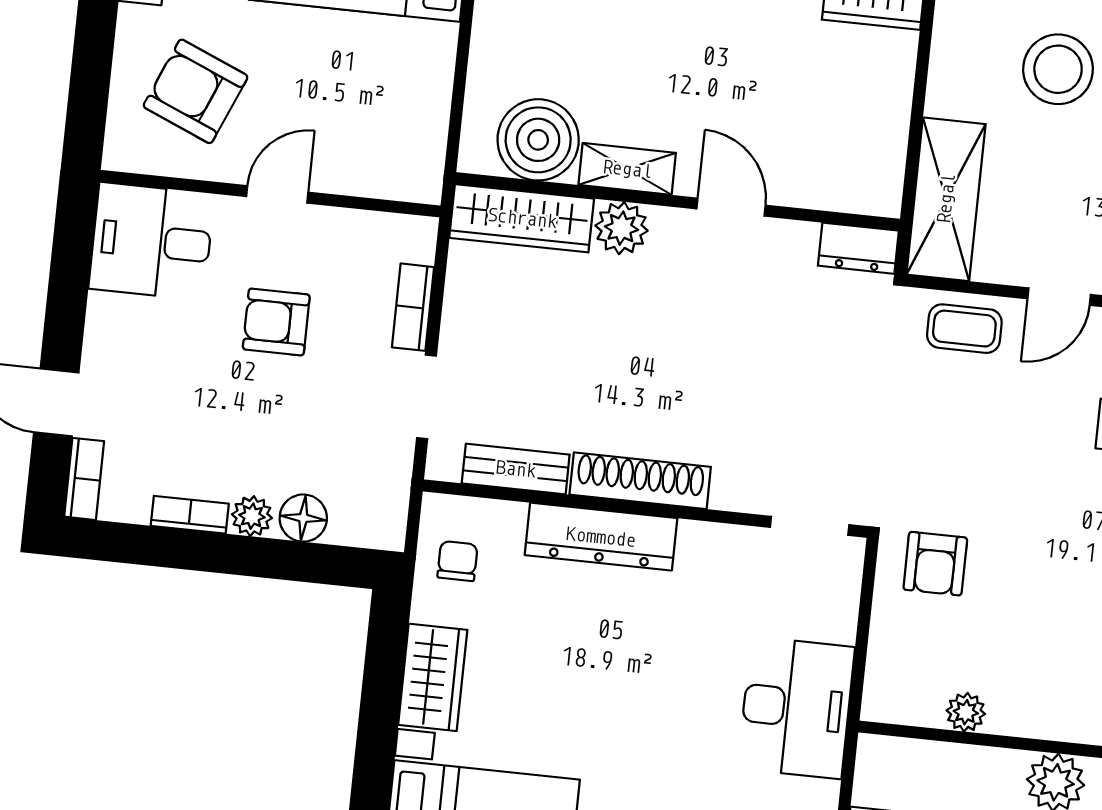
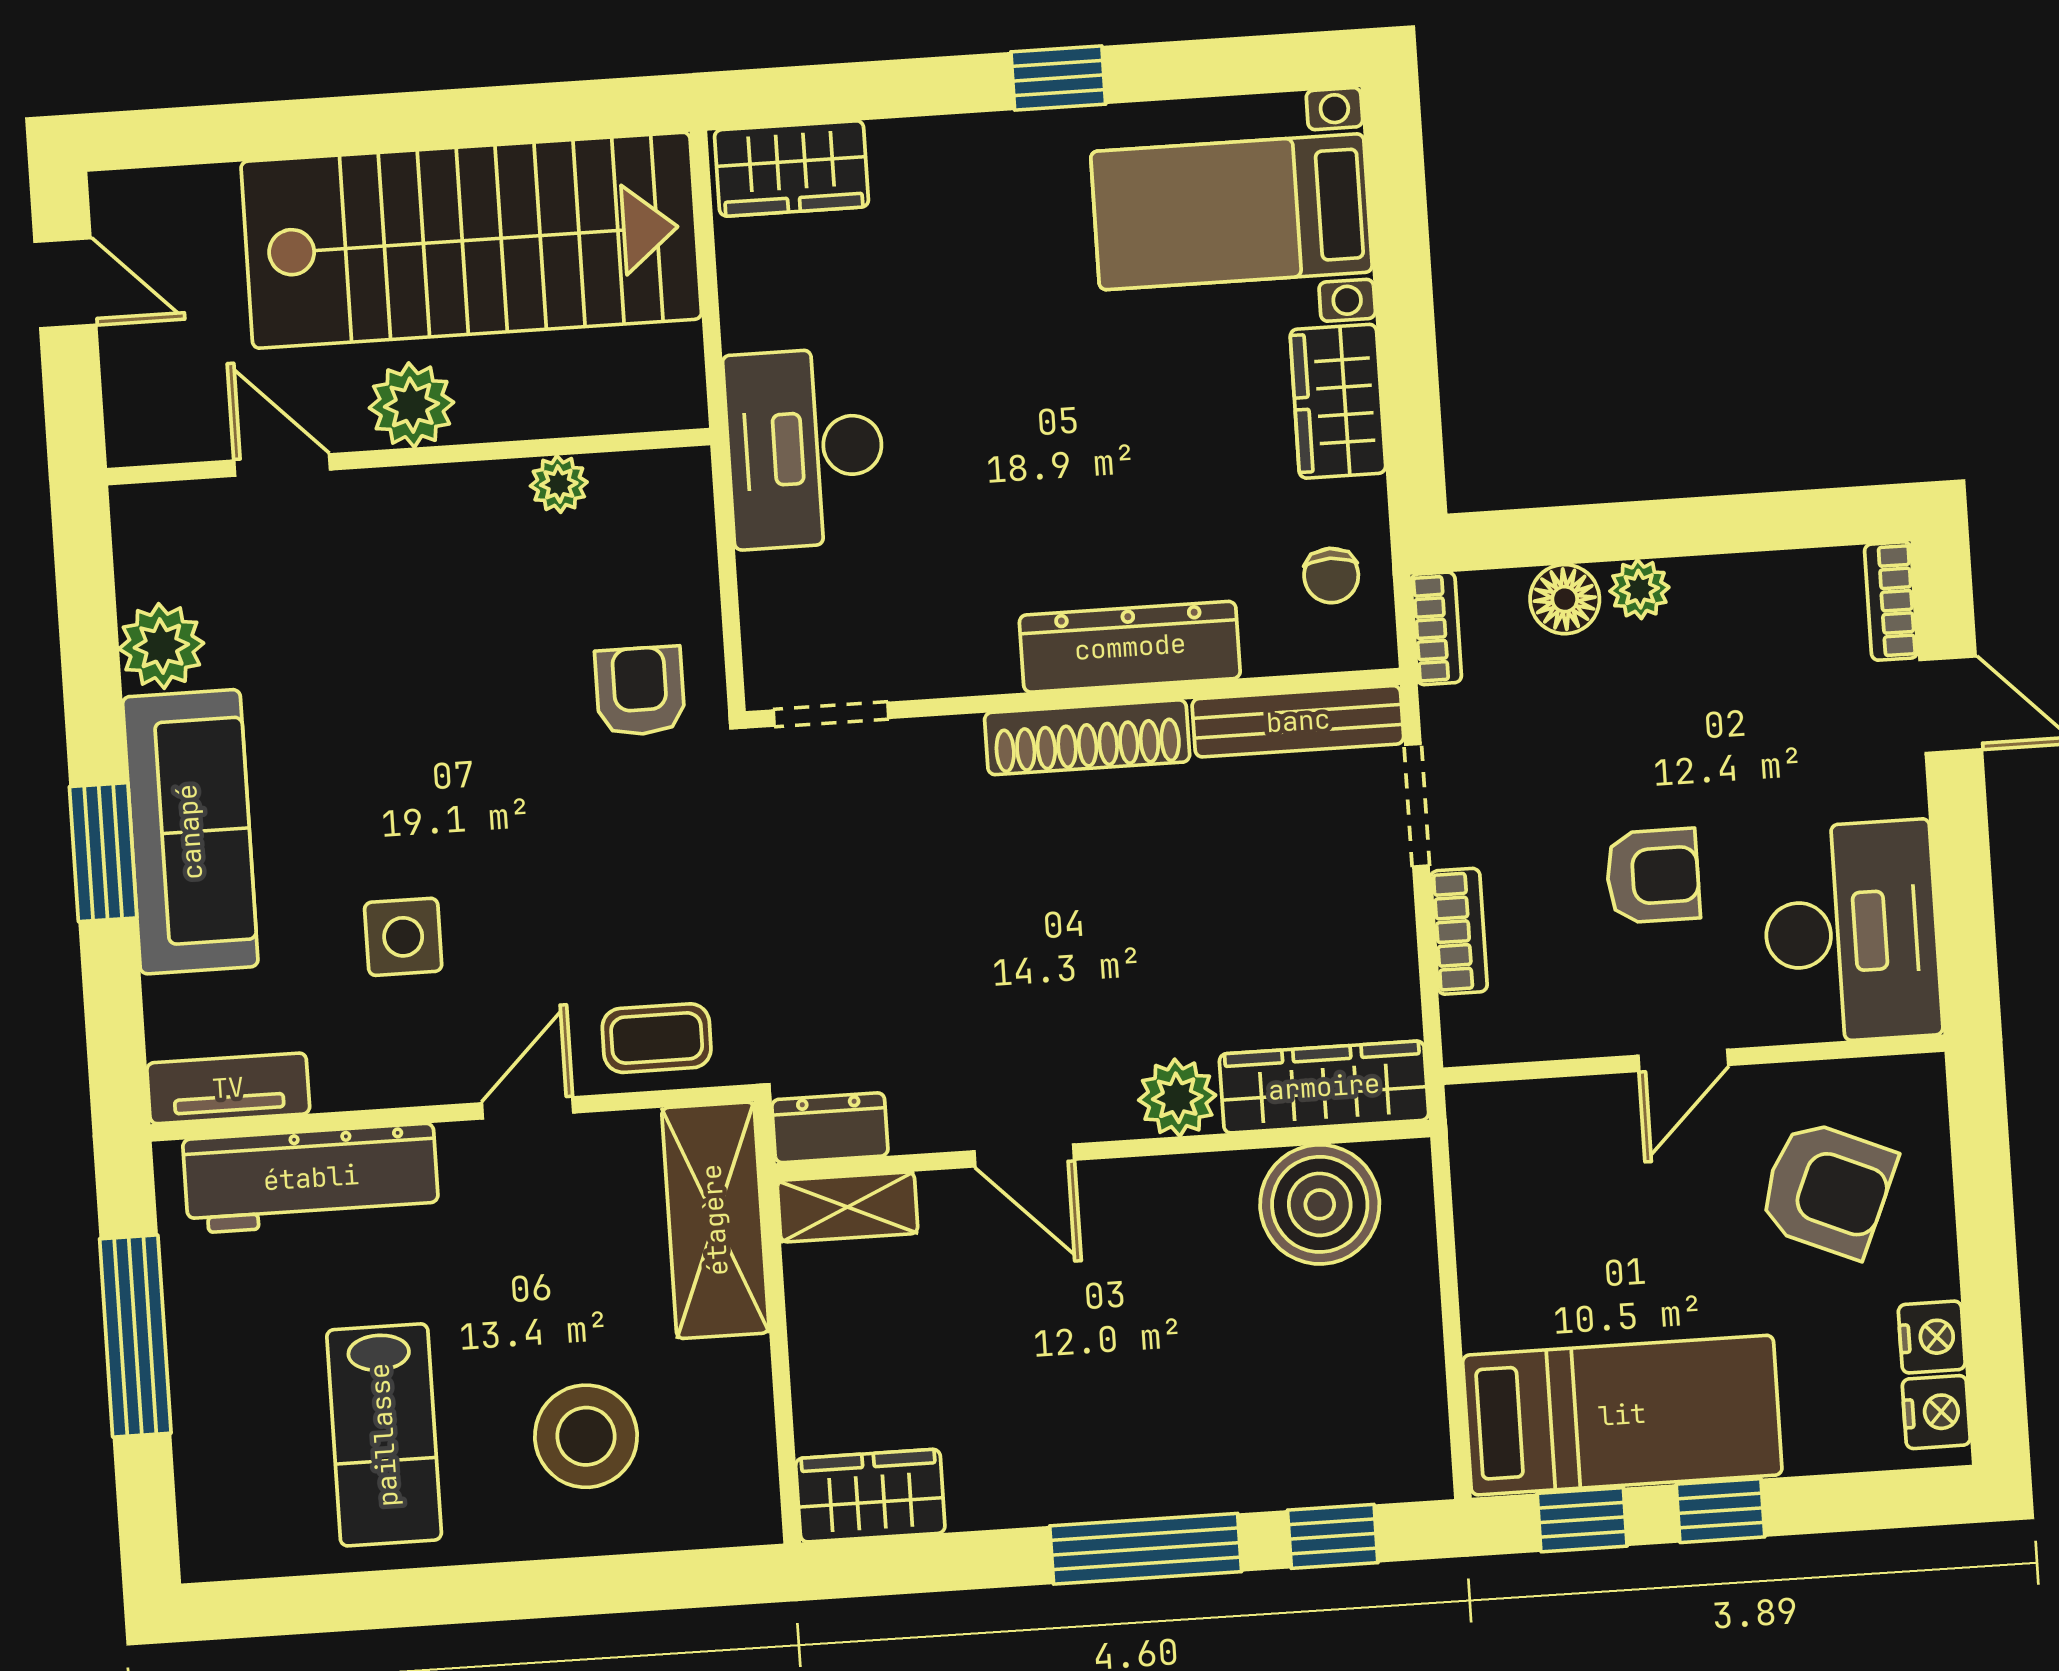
shelving: (627, 169) -> (847, 1207), moved
desk: (151, 241) -> (1851, 932), width x1.37
bench: (516, 469) -> (1298, 721), width x1.36
bookcase: (190, 515) -> (1436, 628), moved, turned -90

